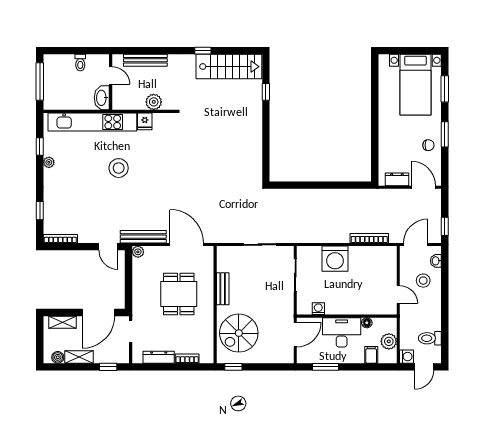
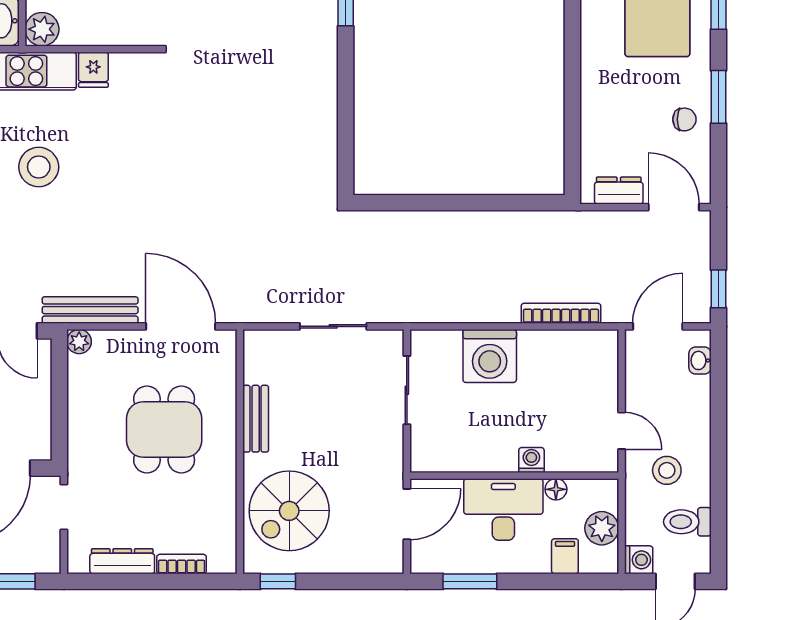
plant: (154, 102) -> (42, 29), moved
stool: (423, 281) -> (667, 470), moved
washing machine: (318, 309) -> (531, 460), moved

